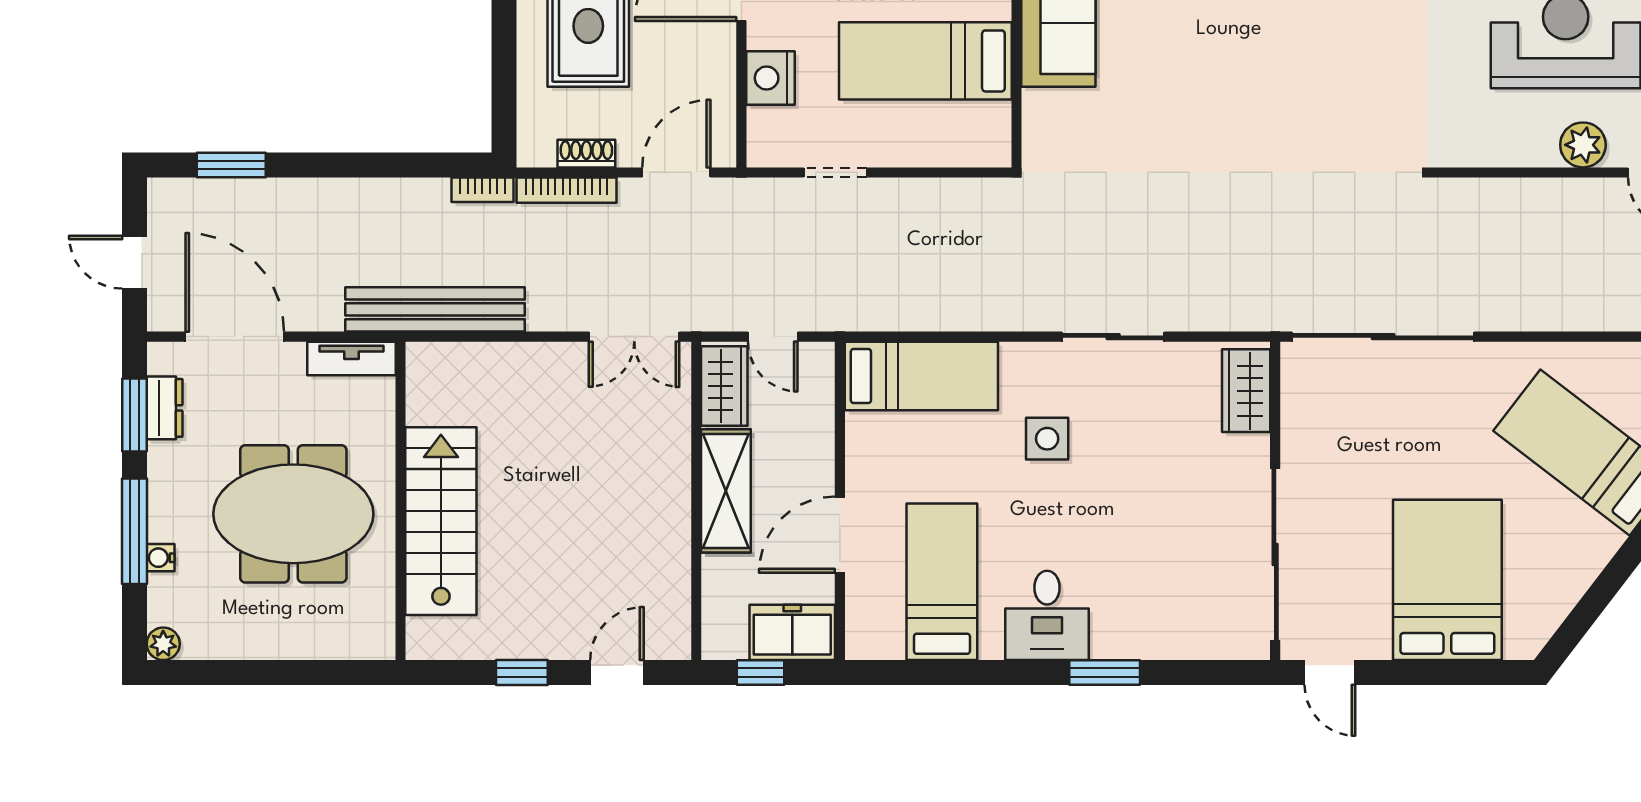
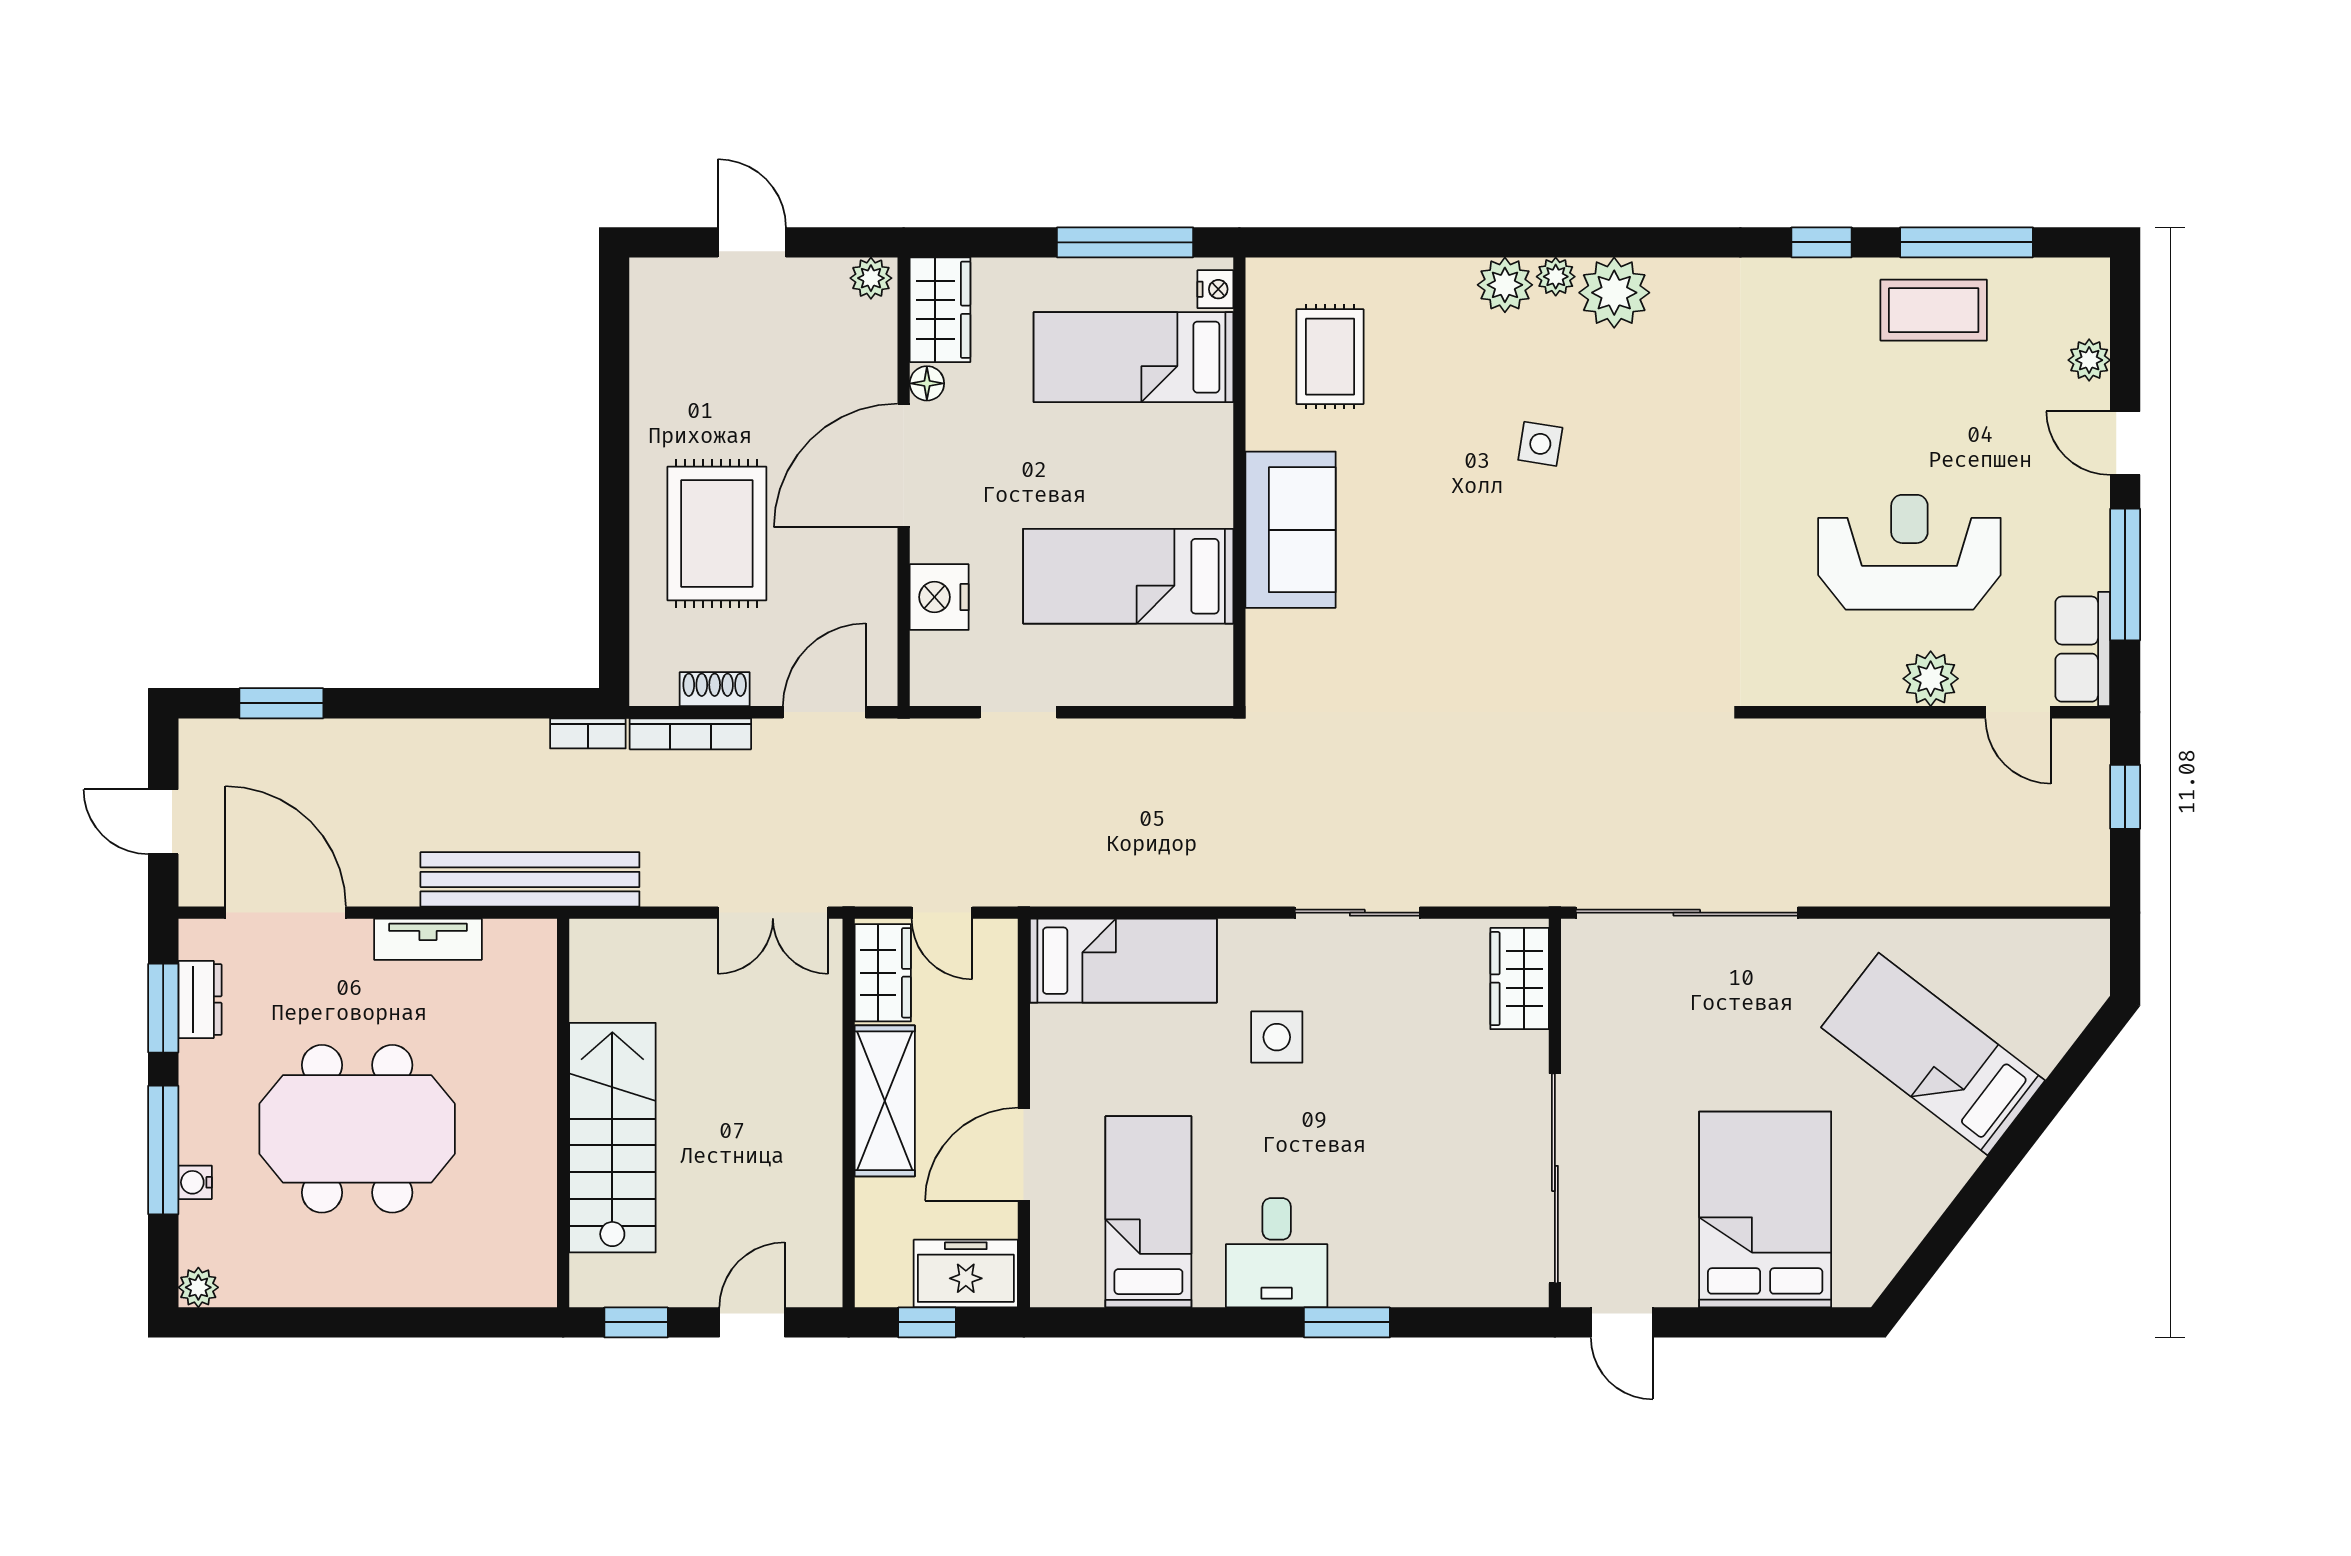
wall: (401, 501) -> (563, 1113), moved
stairs: (441, 521) -> (612, 1138), moved

